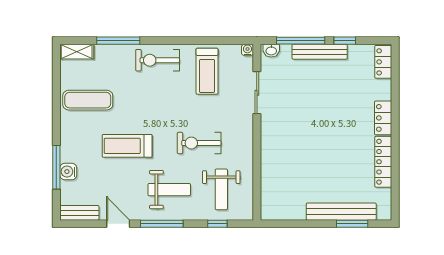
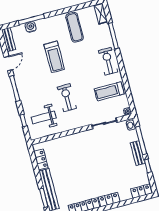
bench: (320, 52) -> (138, 153), width x0.73
treadmill: (127, 146) -> (54, 57), turned 180
weight bench: (169, 190) -> (36, 88), removed
locker: (288, 212) -> (41, 159), added

